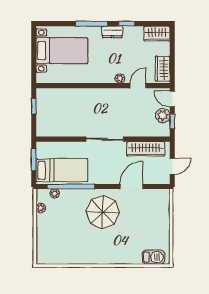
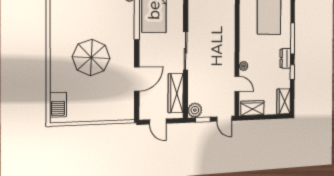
door: (172, 99) -> (224, 119), swing flipped
plant: (163, 116) -> (195, 110), moved
door: (131, 187) -> (137, 79), hinge flipped
parasol: (103, 212) -> (91, 58), moved

